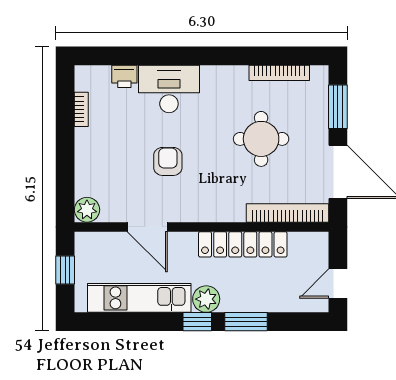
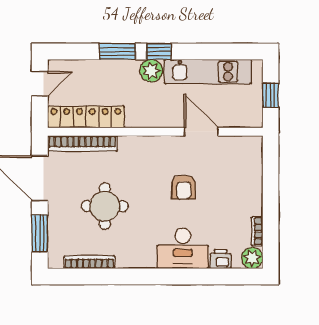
plant: (87, 210) -> (252, 258), moved
locker: (243, 244) -> (86, 117), moved

